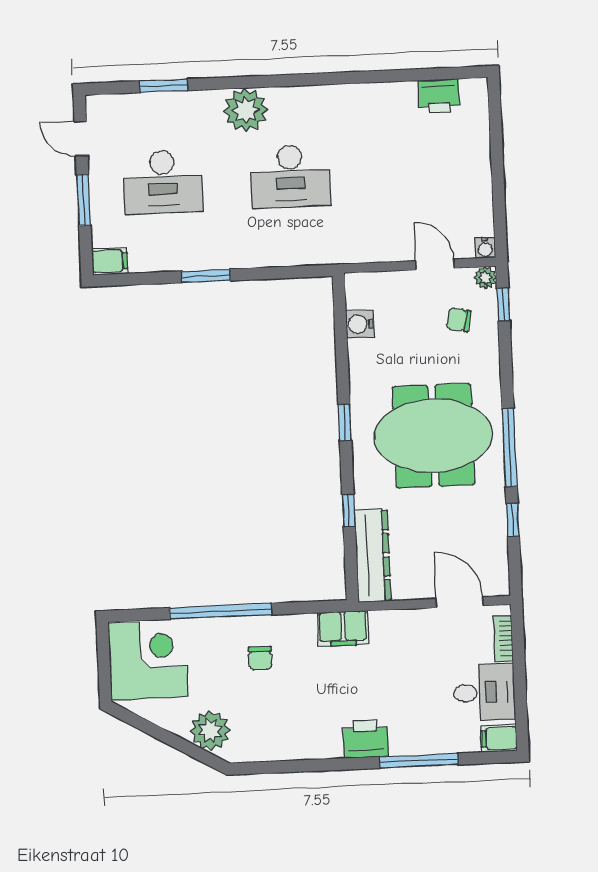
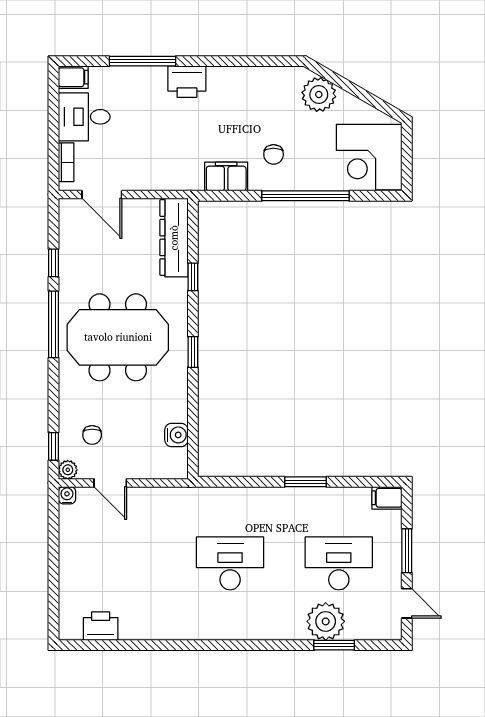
plant: (246, 110) -> (326, 621), moved
chair: (459, 320) -> (92, 435), turned 79
filing cabinet: (343, 628) -> (226, 177), moved
chair: (260, 658) -> (274, 154), turned 180

